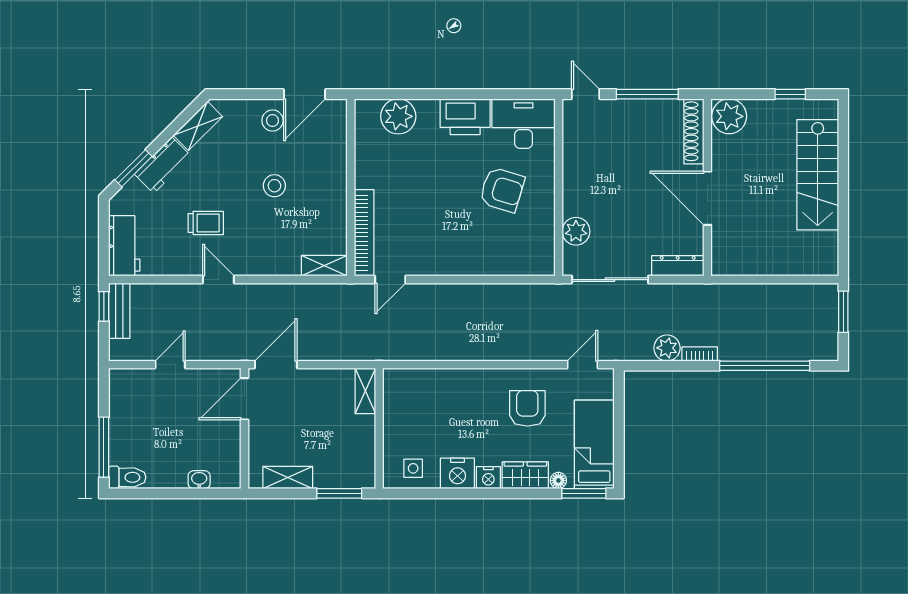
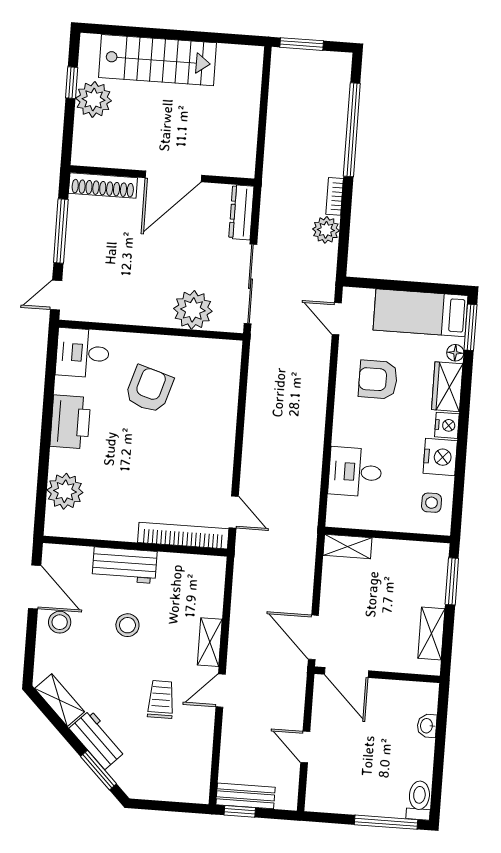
plant: (729, 116) -> (94, 99), moved
desk: (524, 124) -> (83, 353), width x0.73
plant: (576, 231) -> (193, 310), width x1.36, depth x1.36
workbench: (124, 246) -> (125, 565), moved, turned 180
shelving: (324, 266) -> (210, 642), moved
desk: (437, 393) -> (355, 472), added

